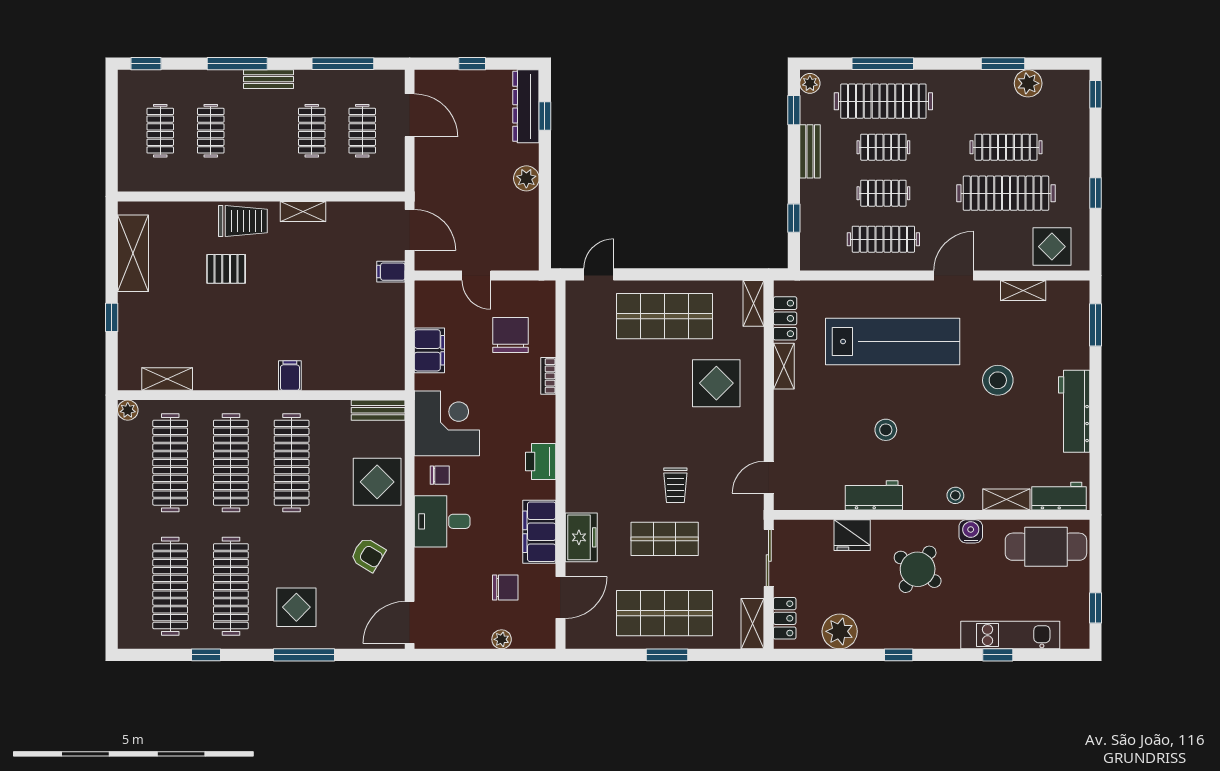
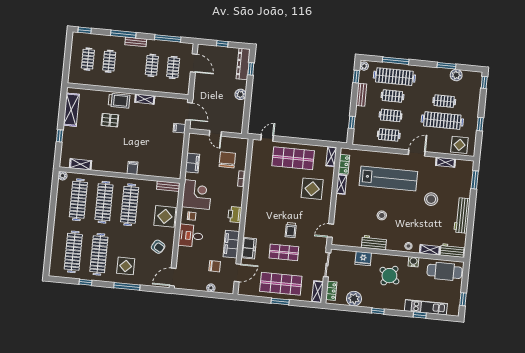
clothes rail: (1006, 147) -> (444, 101), width x0.73
clothes rail: (883, 239) -> (389, 135), width x0.73

